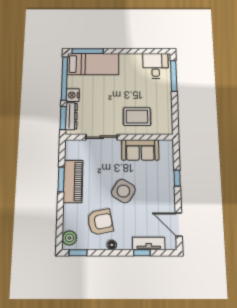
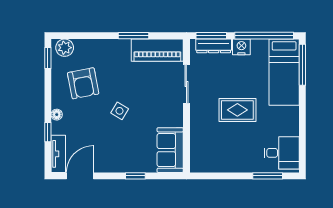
window: (174, 76) -> (268, 176), width x0.69
rug: (137, 117) -> (237, 110), moved, turned 90
sofa: (140, 150) -> (170, 150), moved
piano: (73, 181) -> (157, 50), moved
side table: (123, 191) -> (120, 111), width x0.54, depth x0.54
tv unit: (149, 244) -> (58, 154), moved
floor lamp: (112, 245) -> (57, 115), moved

